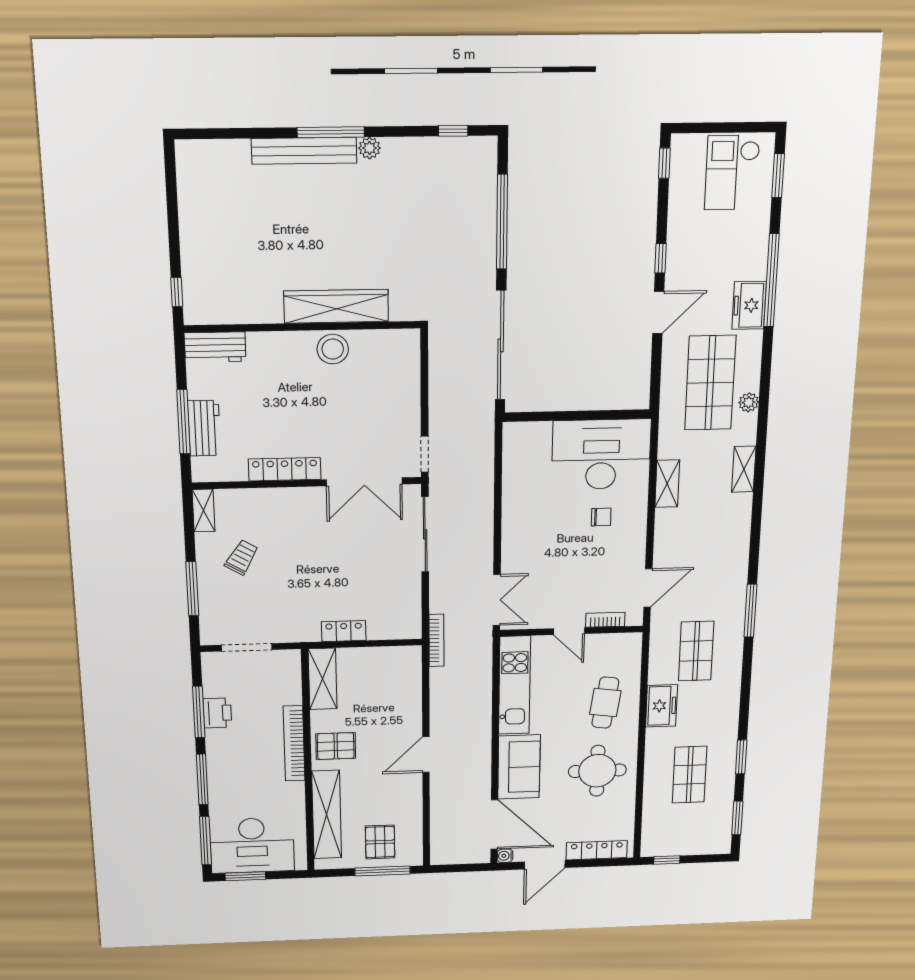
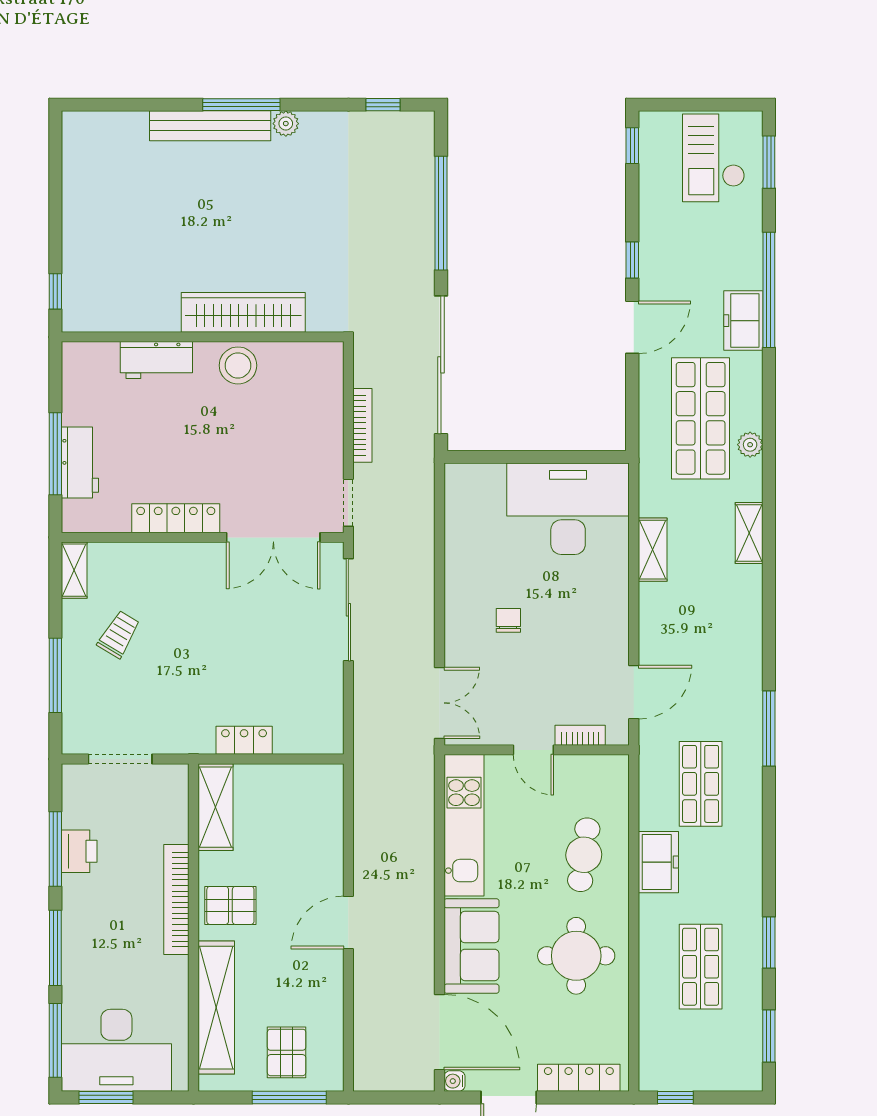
workbench: (215, 347) -> (156, 360), moved
chair: (601, 517) -> (508, 620), moved, turned -90
bookcase: (436, 640) -> (362, 425), moved

